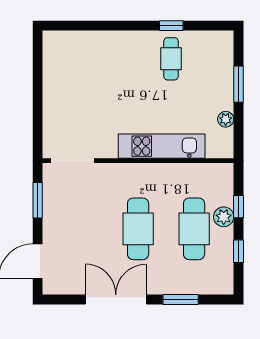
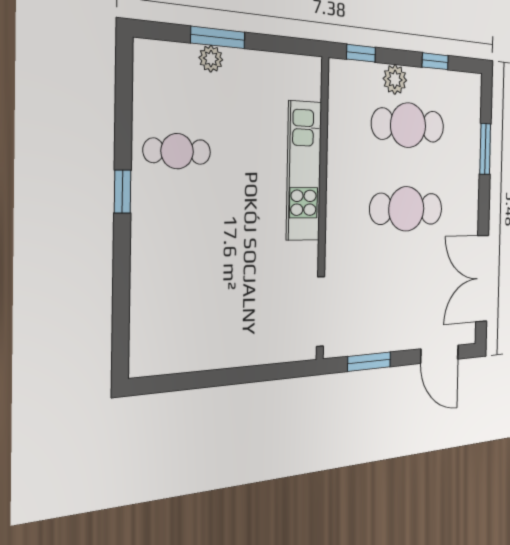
window: (171, 26) -> (123, 192), moved
plant: (226, 119) -> (211, 59), moved
window: (238, 207) -> (361, 53), moved
double door: (116, 300) -> (482, 279), moved

